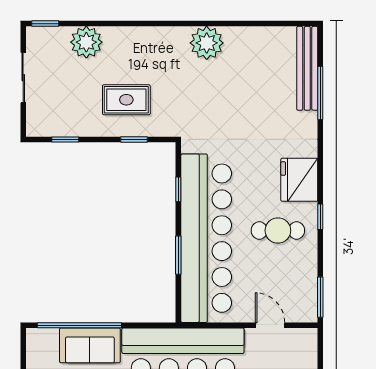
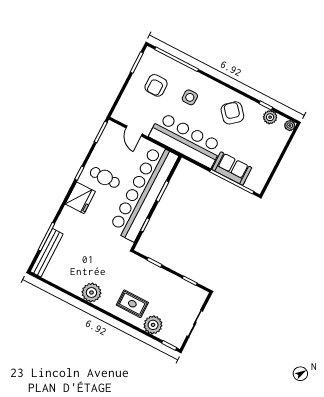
rug: (126, 100) -> (132, 304), moved

